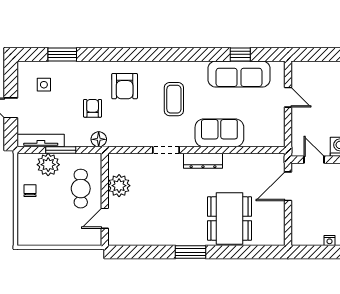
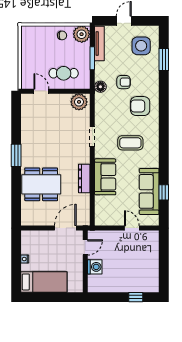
side table: (44, 85) -> (141, 46), width x1.87, depth x1.87
door: (288, 97) -> (132, 228), swing flipped
dresser: (203, 161) -> (84, 178), moved
plant: (48, 165) -> (82, 34), moved
plant: (119, 186) -> (79, 102), moved
door: (288, 186) -> (65, 228), hinge flipped

